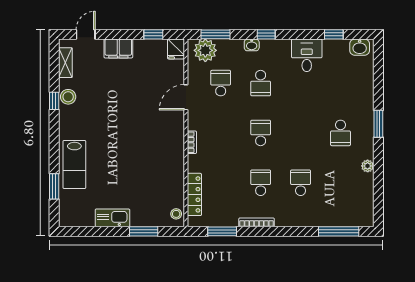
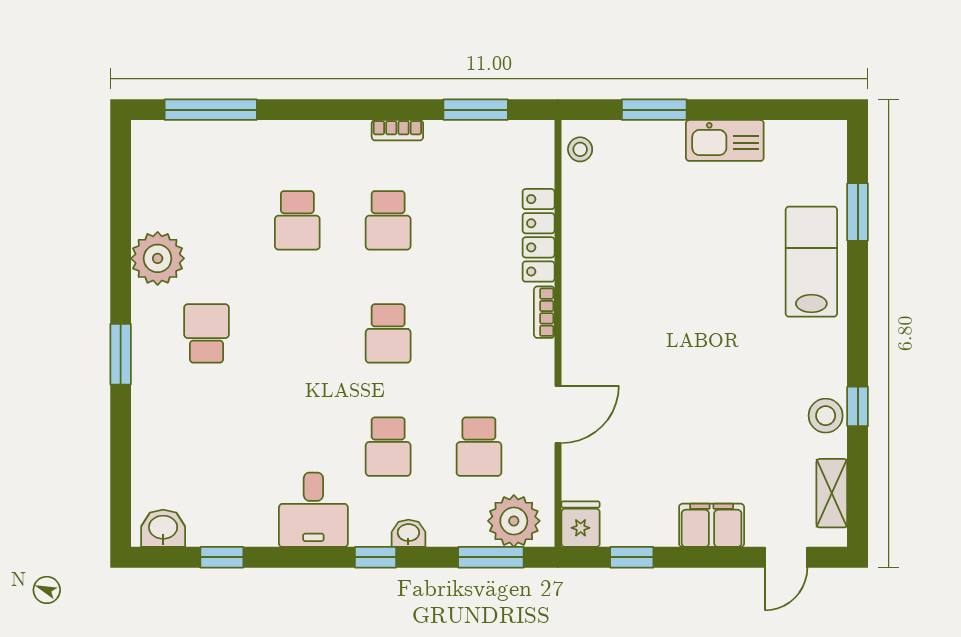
desk: (307, 55) -> (313, 510), moved
school desk: (261, 83) -> (388, 447), turned 180
plant: (368, 166) -> (158, 258), width x1.88, depth x1.88
locker: (194, 194) -> (539, 235), moved
bookcase: (257, 222) -> (397, 130), width x0.64

